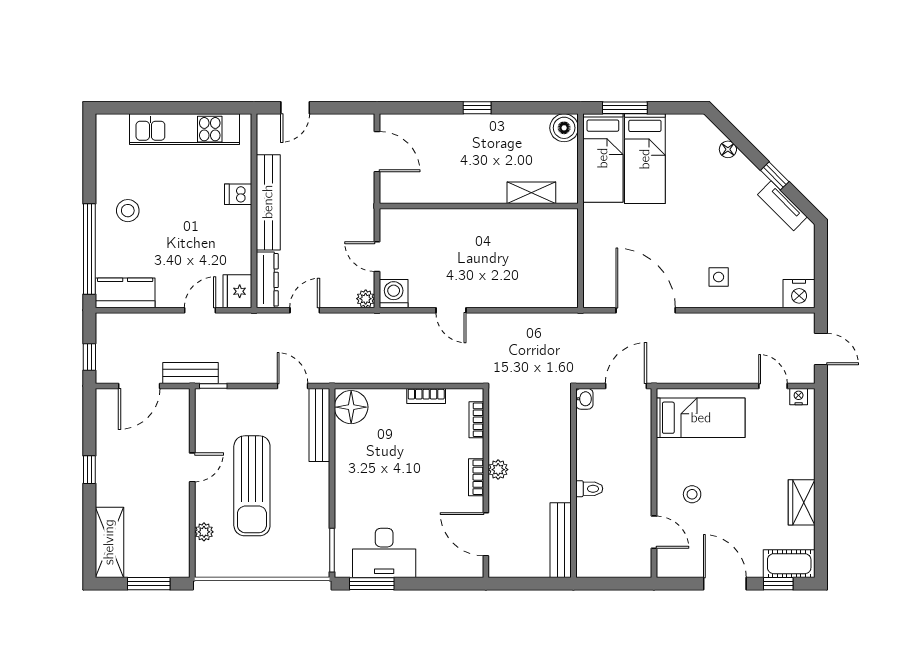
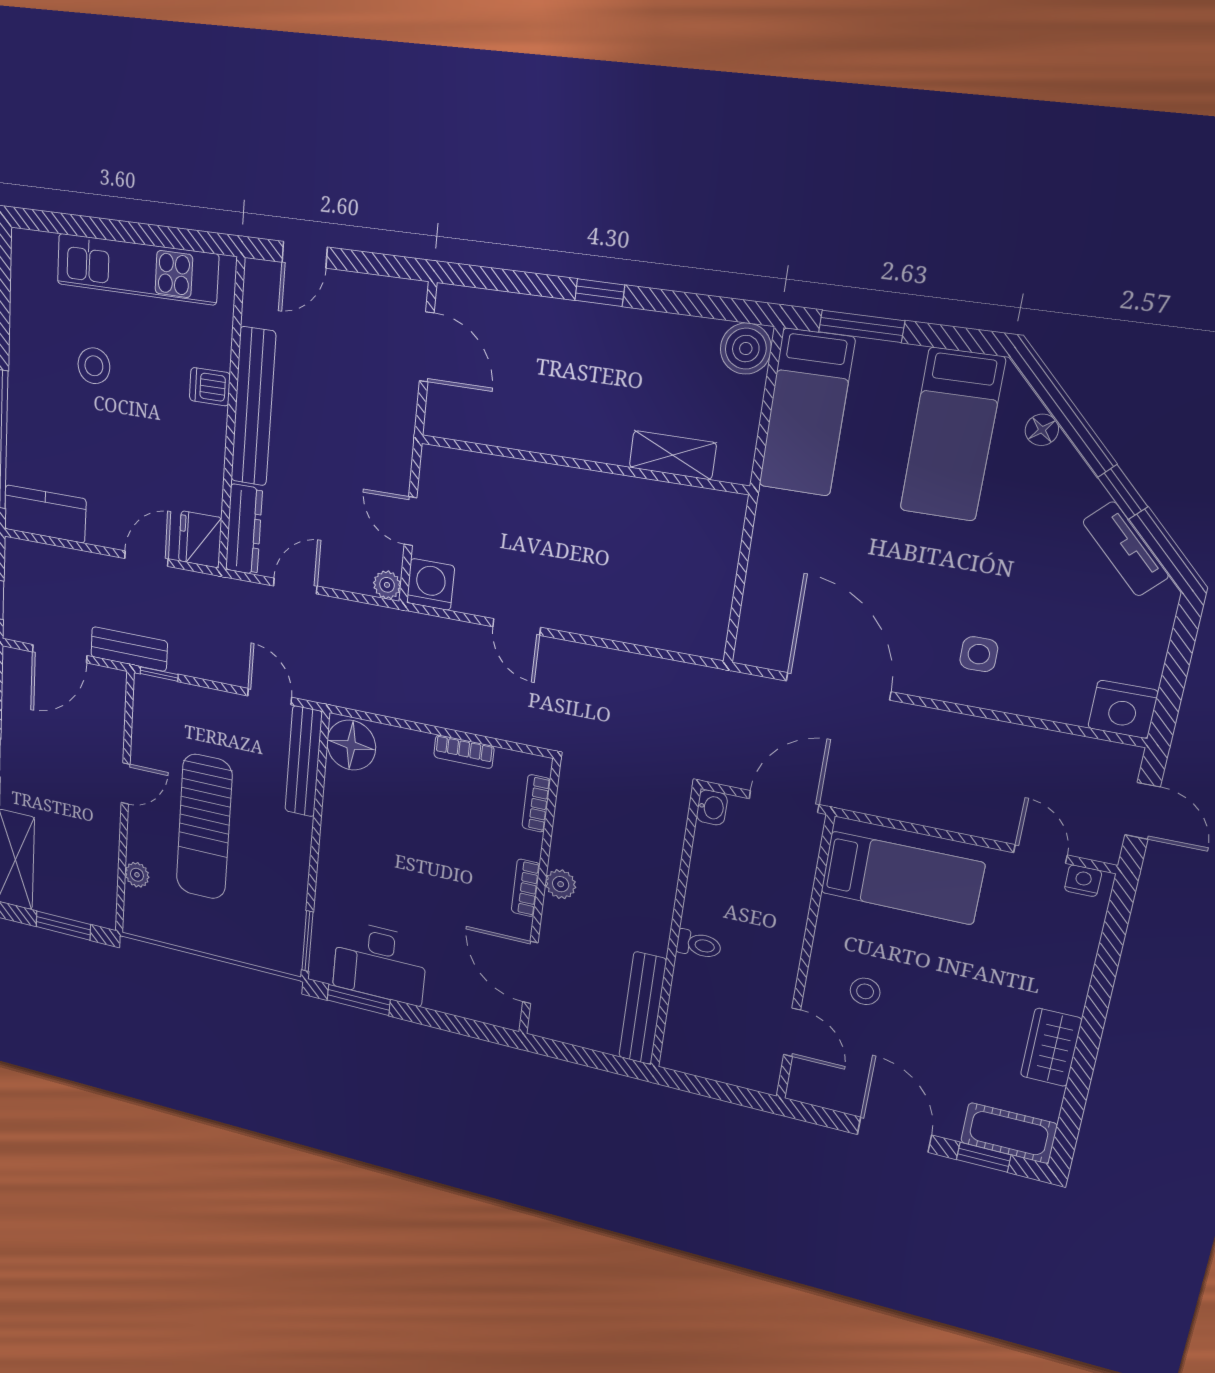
bed: (645, 159) -> (952, 435), moved
stool: (128, 211) -> (94, 366), moved

